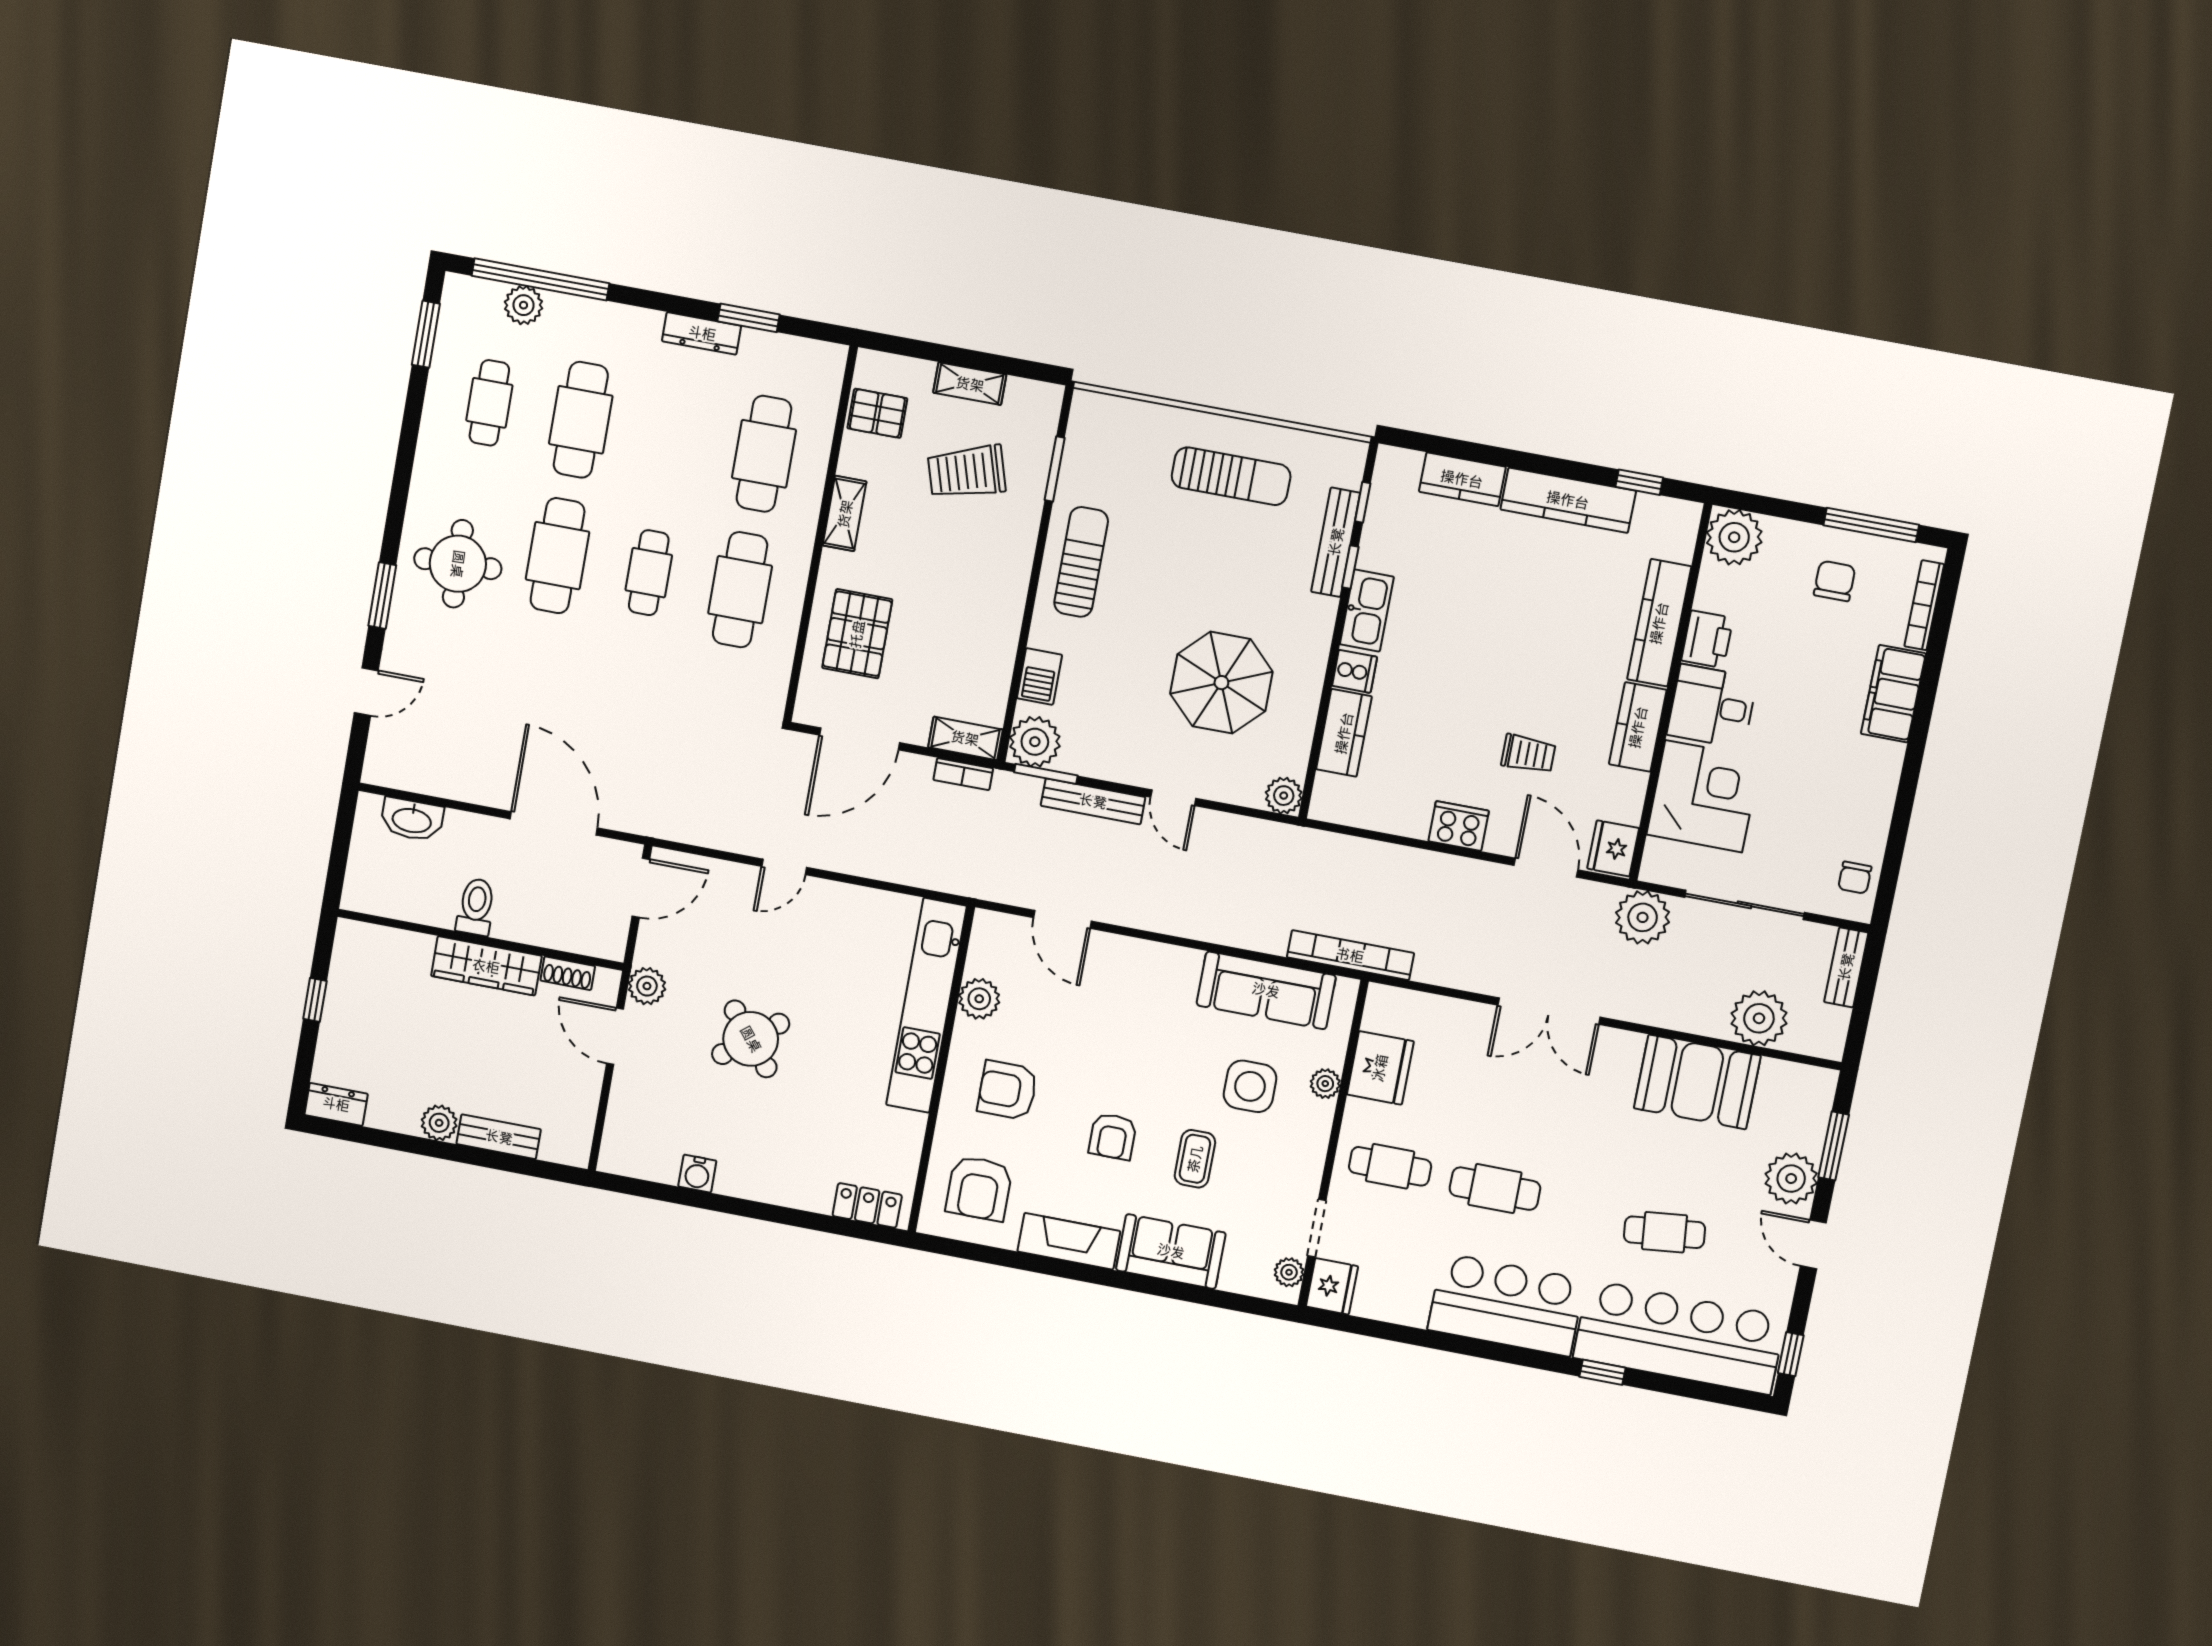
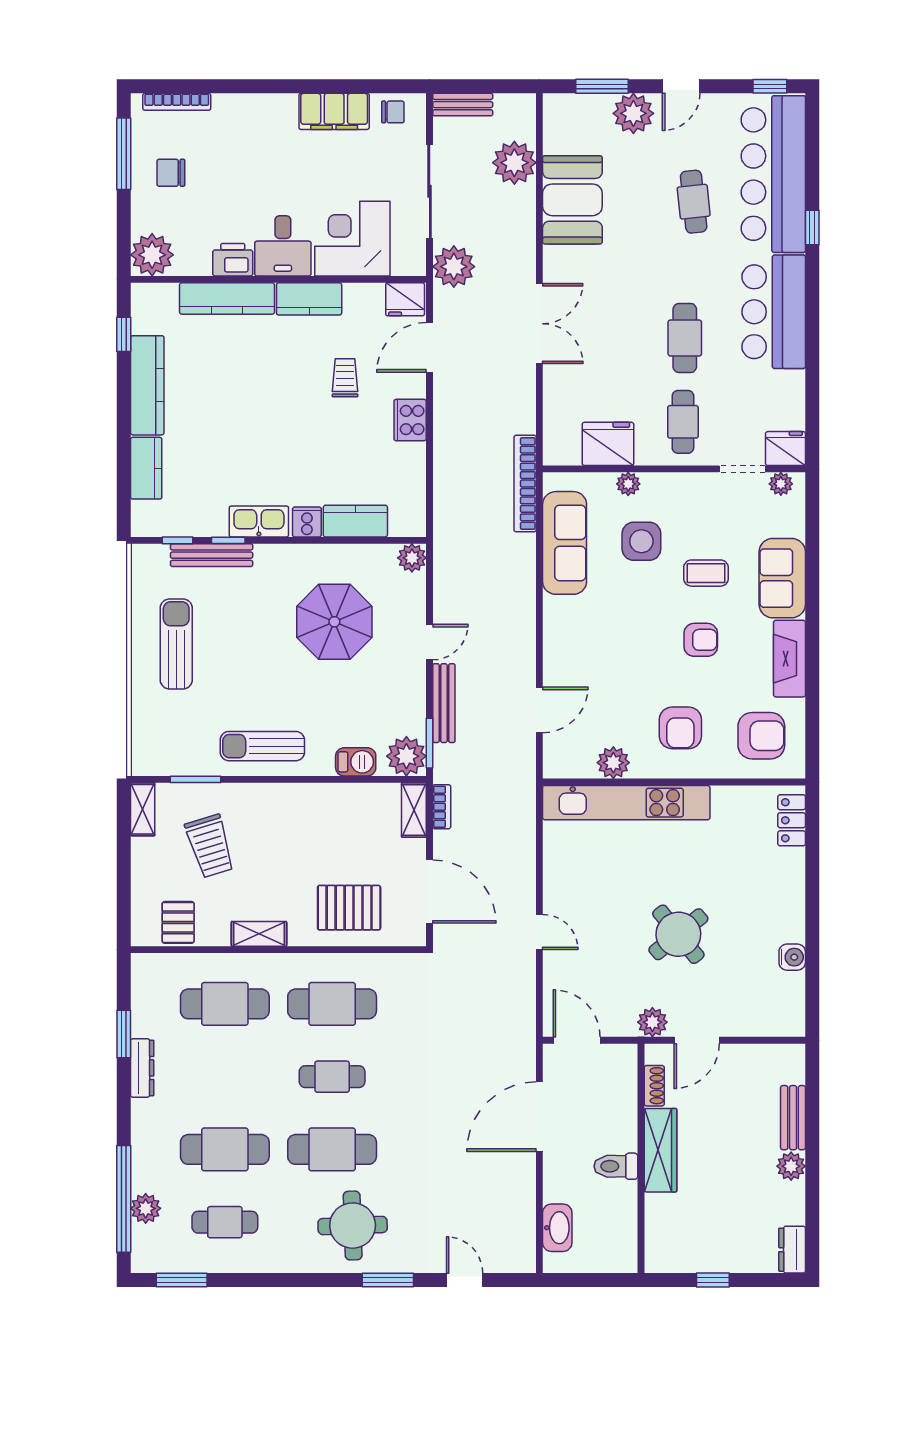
shelving: (970, 384) -> (143, 809), moved
filing cabinet: (1893, 694) -> (334, 111), moved

